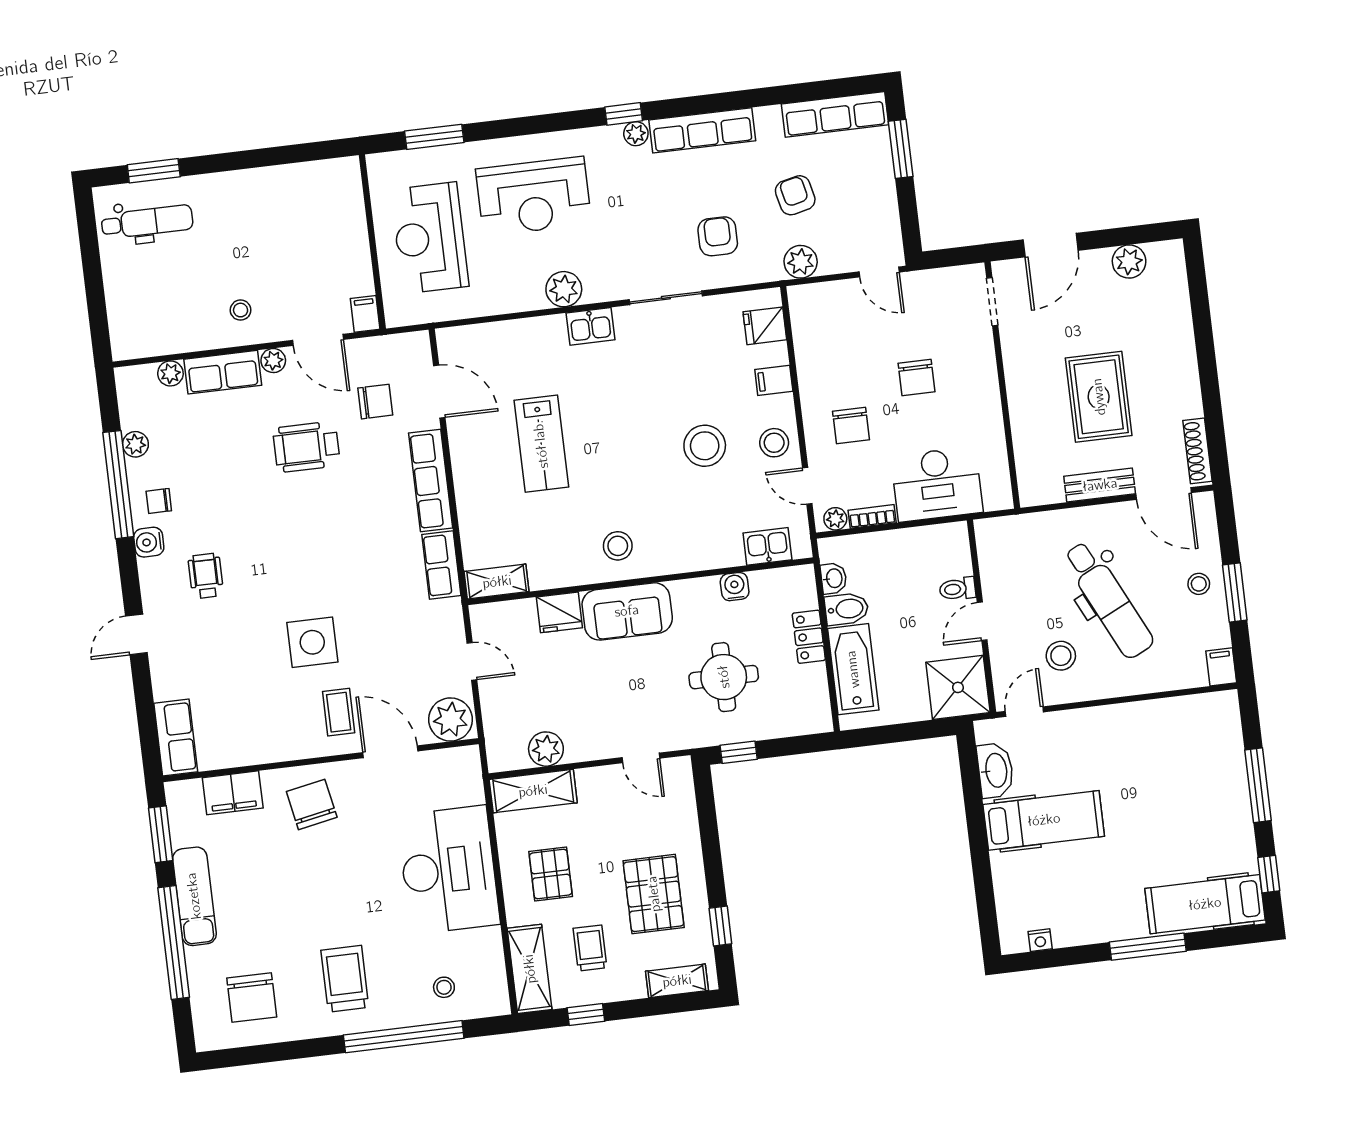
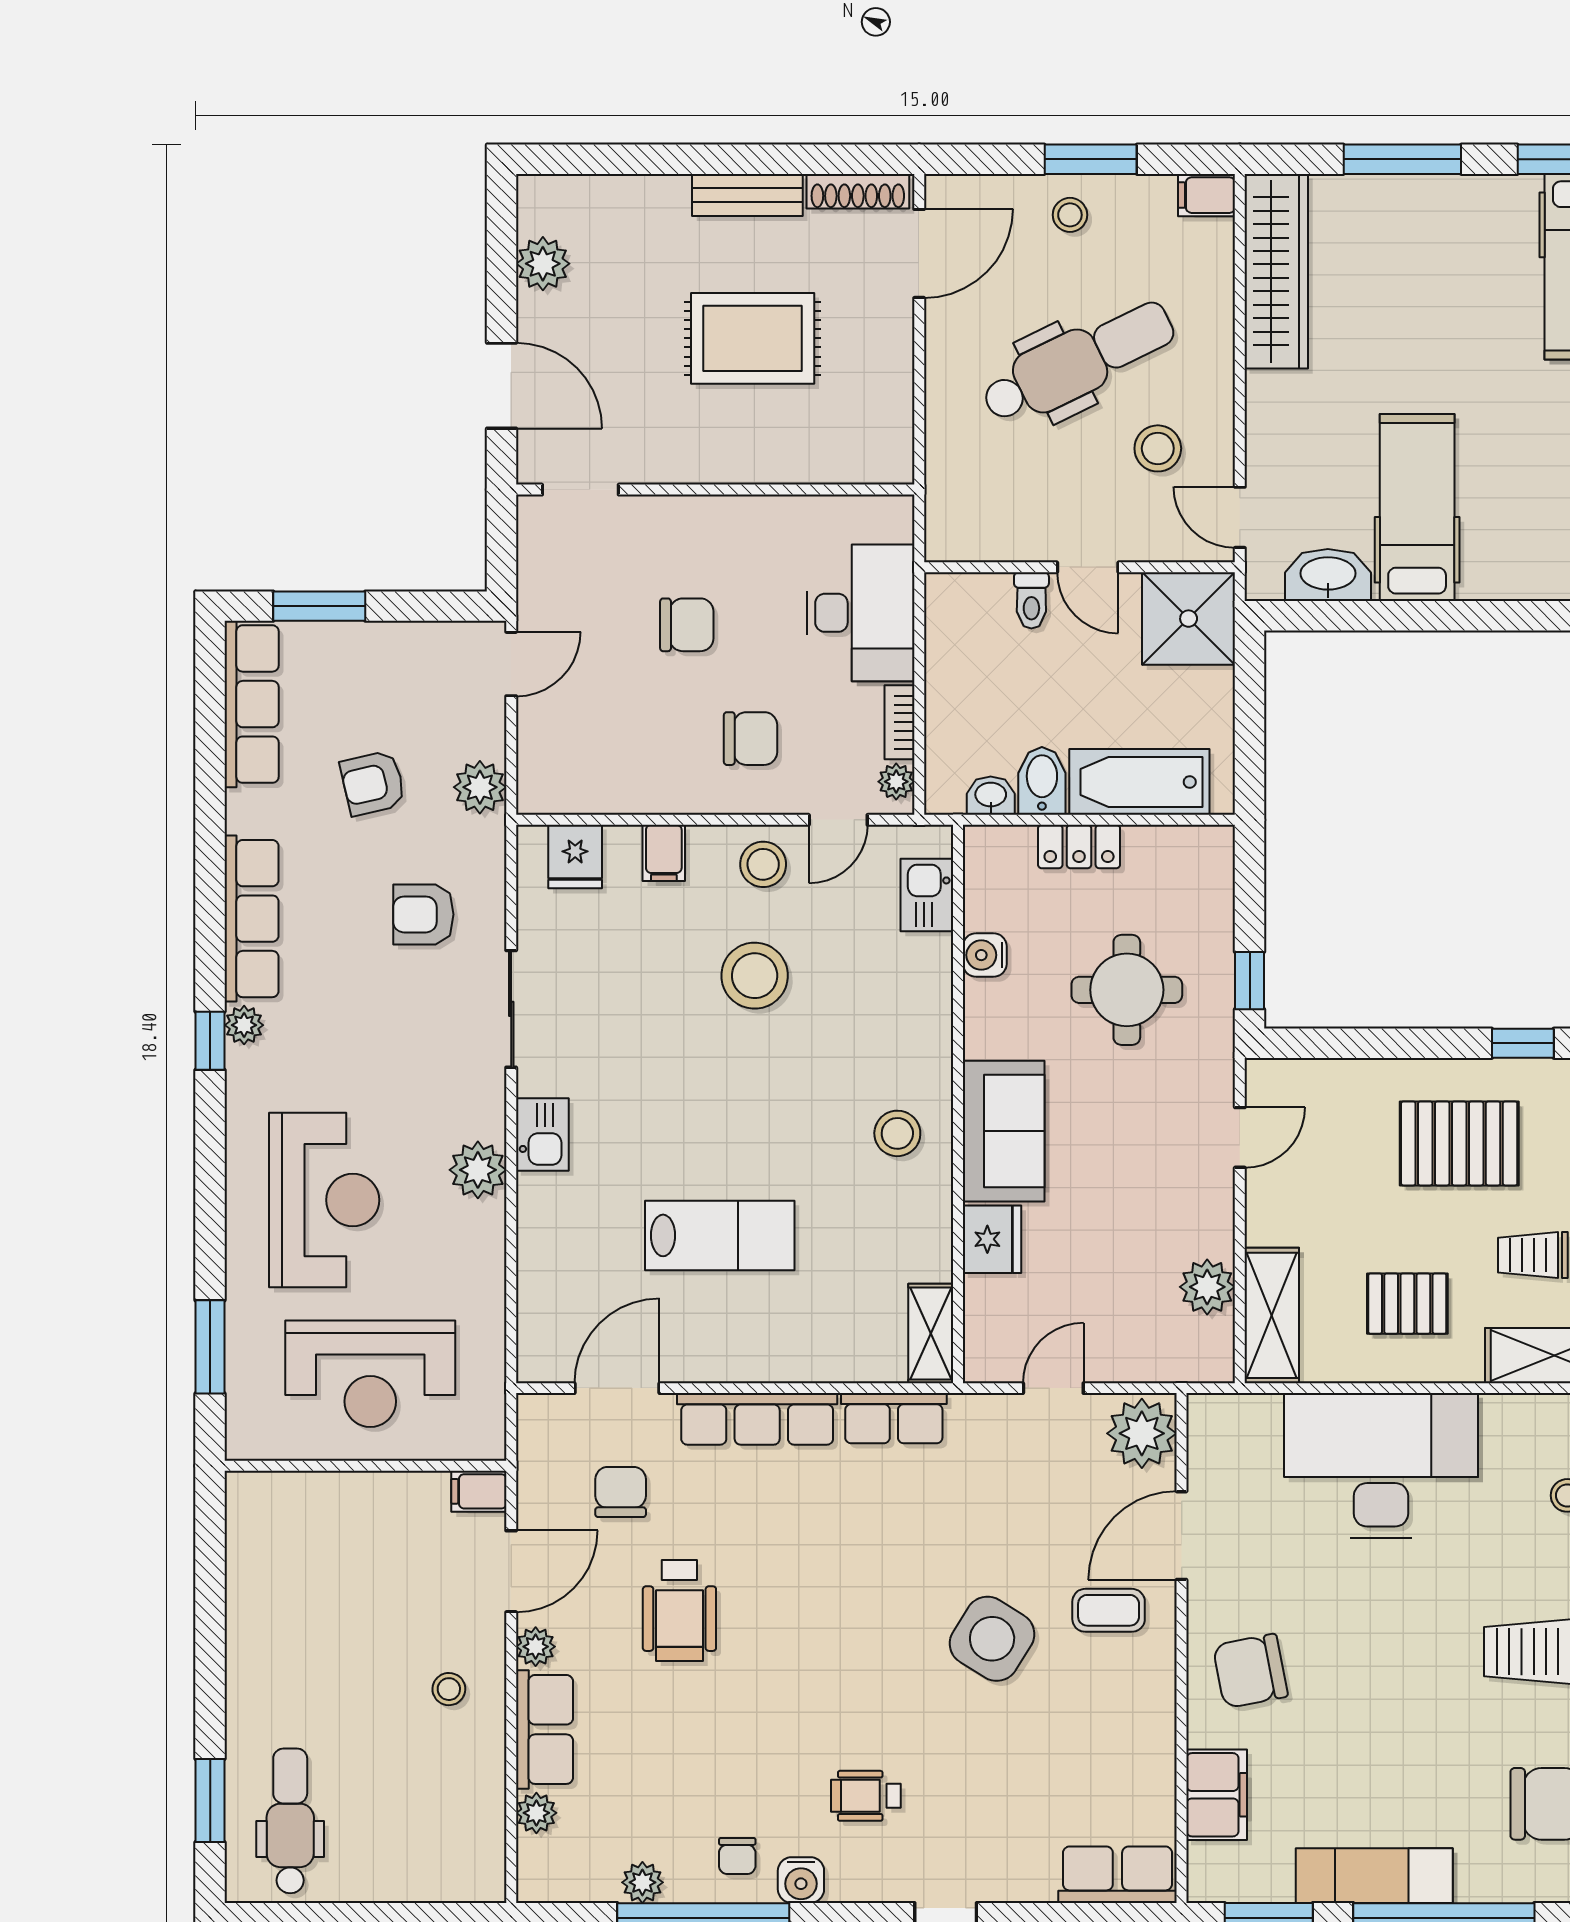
bench: (1100, 485) -> (747, 195), moved, turned 90
side table: (312, 642) -> (992, 1639), turned 32
wardrobe: (1179, 716) -> (1276, 271), added

